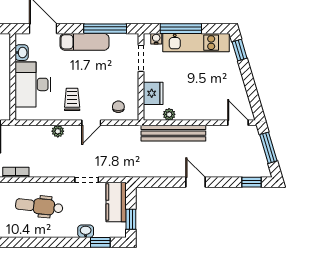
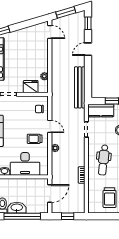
door: (238, 123) -> (50, 32), swing flipped
bench: (173, 133) -> (80, 87), moved
door: (196, 182) -> (88, 49), moved

